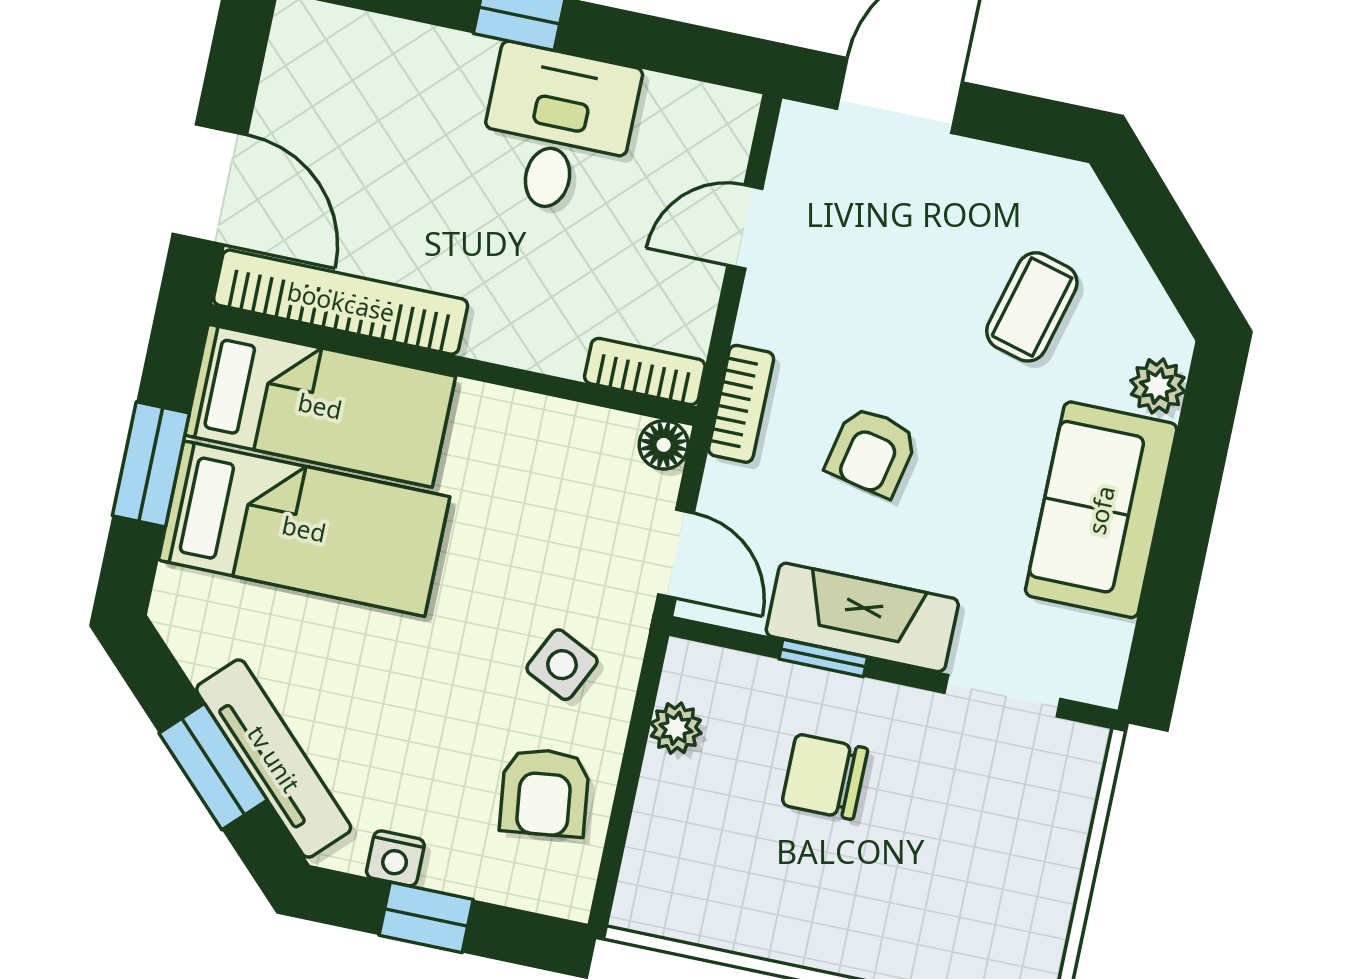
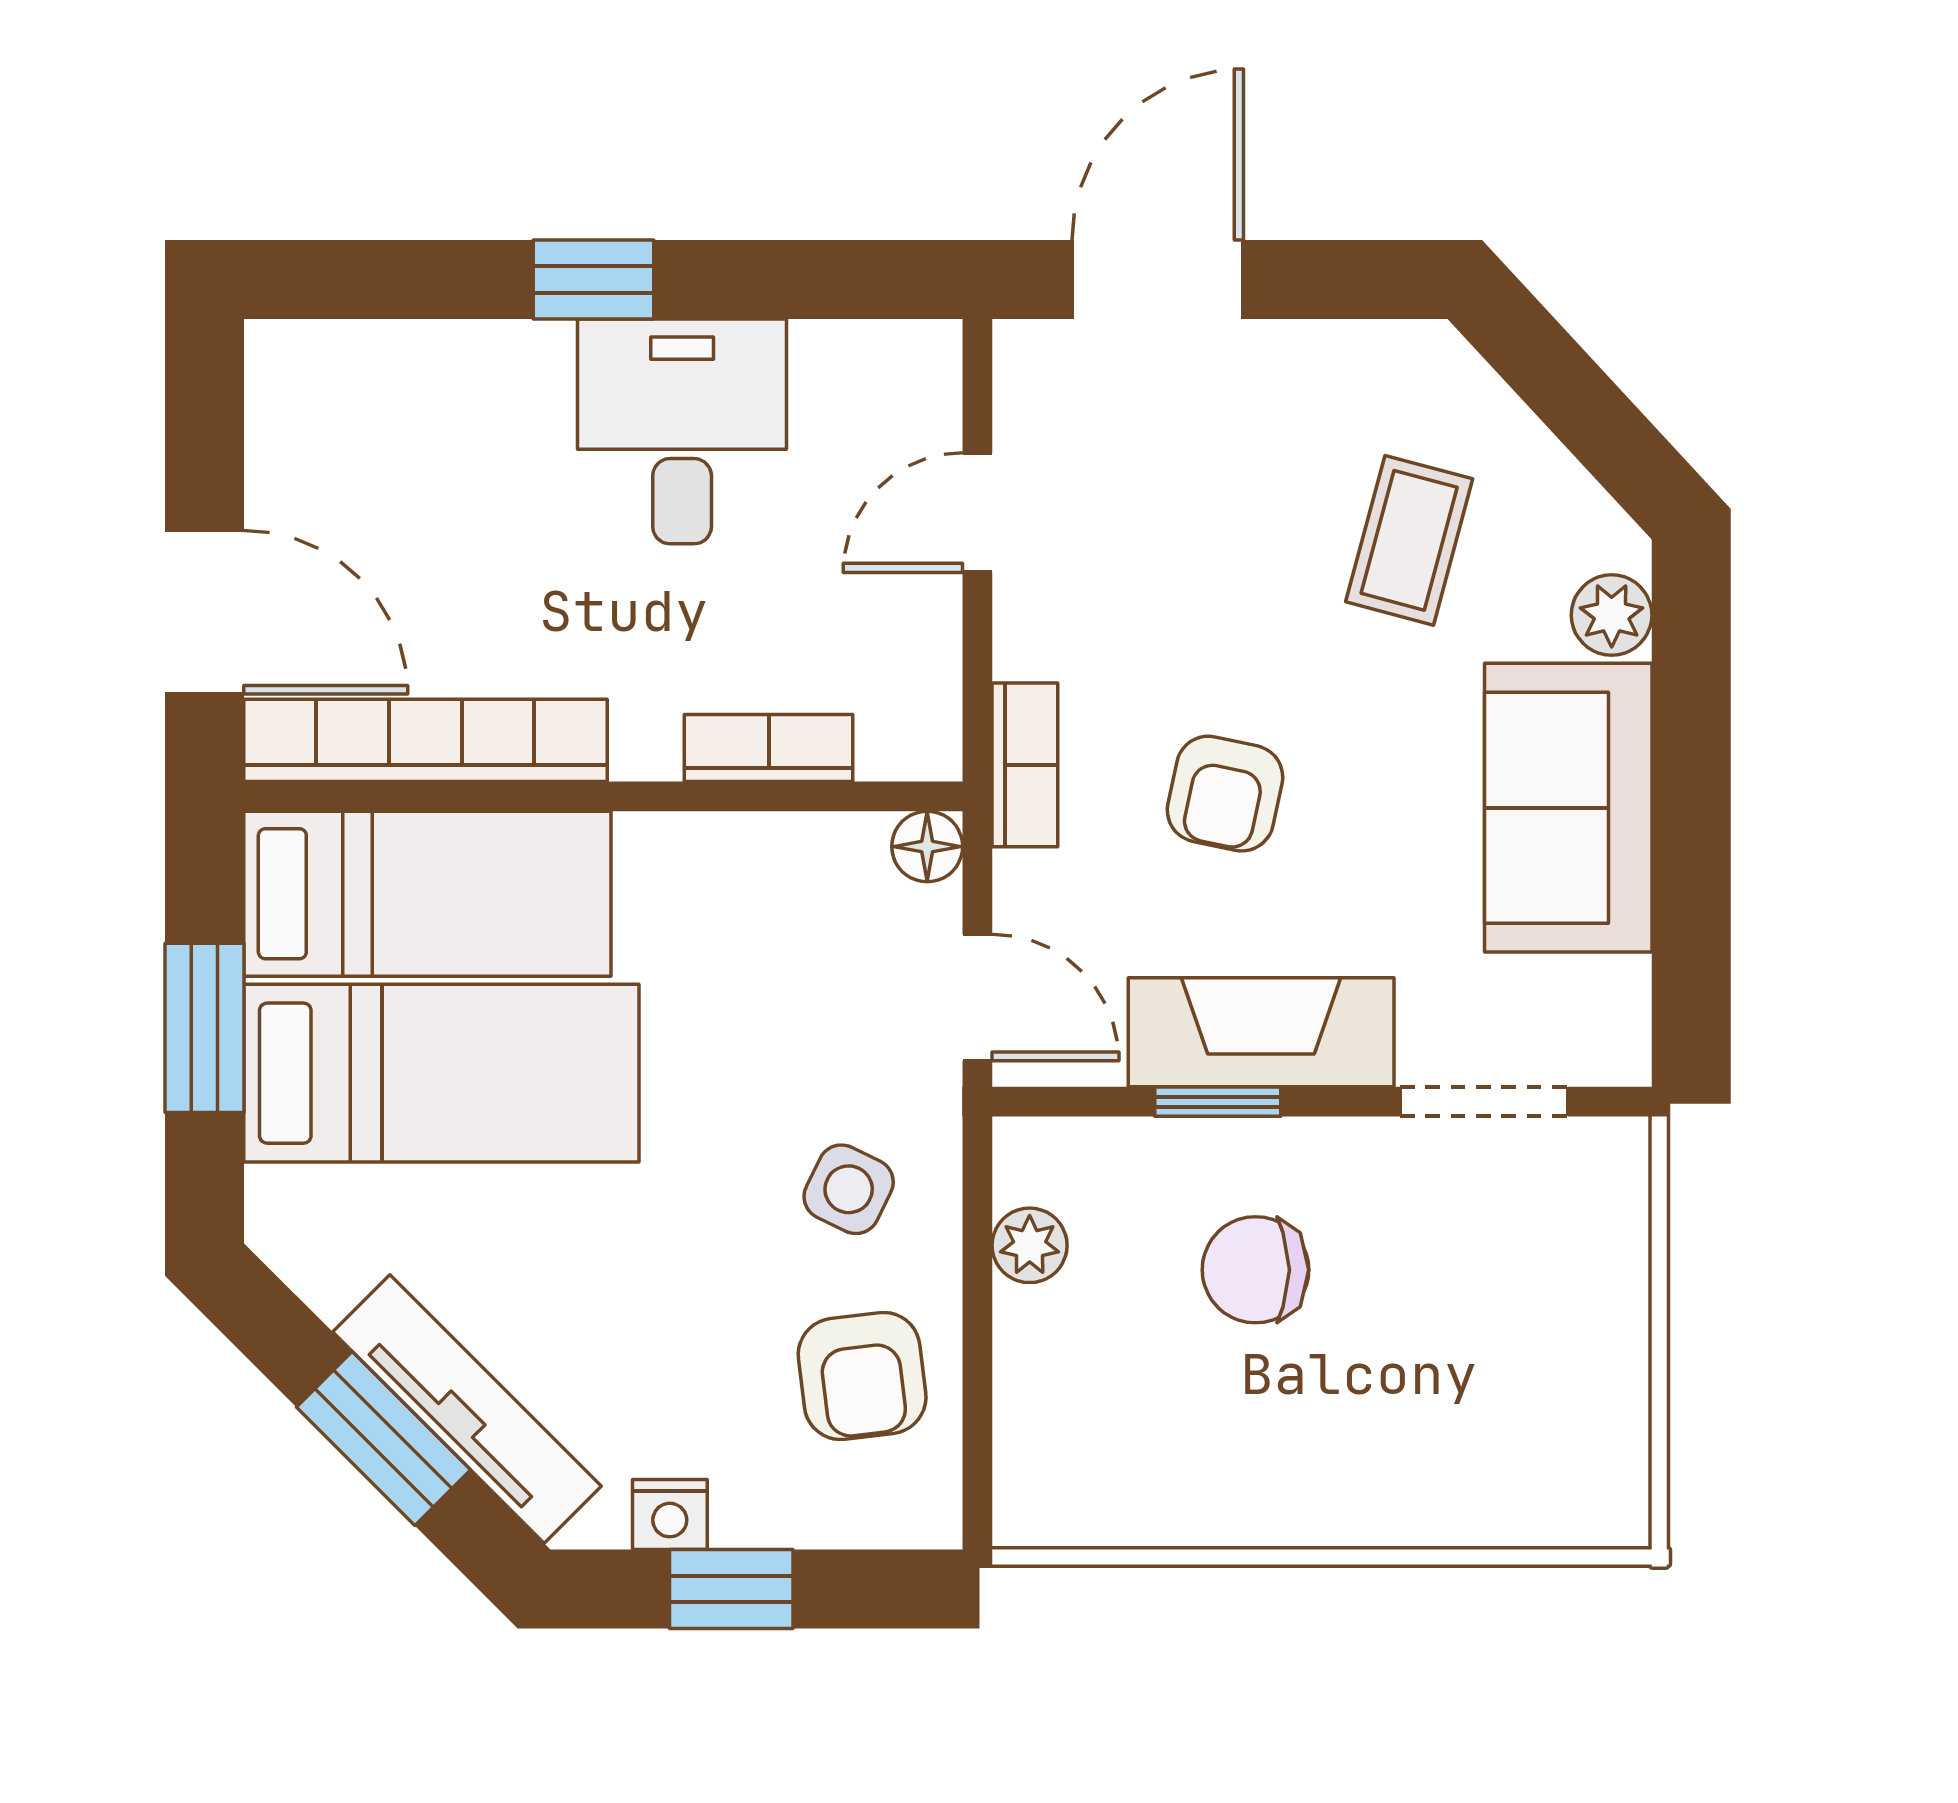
bookcase: (645, 372) -> (769, 748), moved

